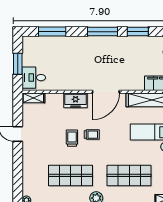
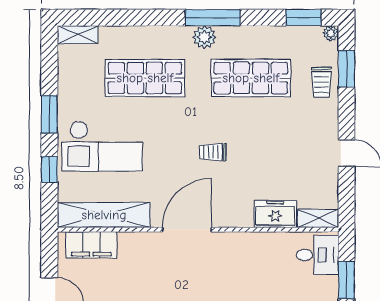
freezer: (76, 100) -> (275, 214), moved
trolley: (72, 138) -> (321, 82), moved
window: (18, 181) -> (346, 69), added

